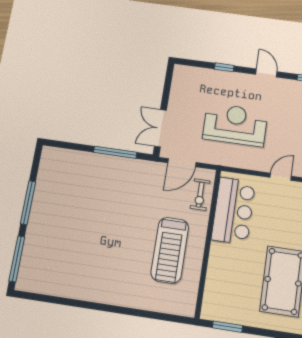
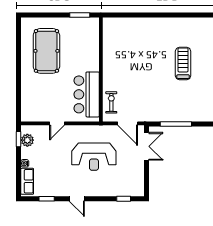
window: (224, 67) -> (124, 199), moved
door: (182, 163) -> (128, 123), swing flipped
treadmill: (170, 250) -> (183, 64), moved, width x0.73, depth x0.73

